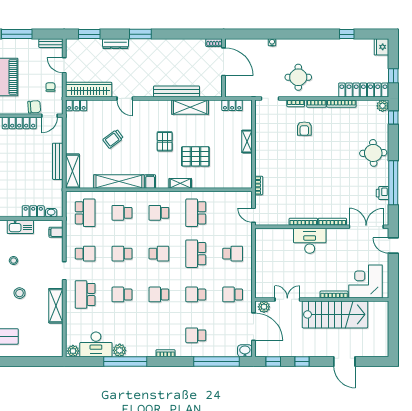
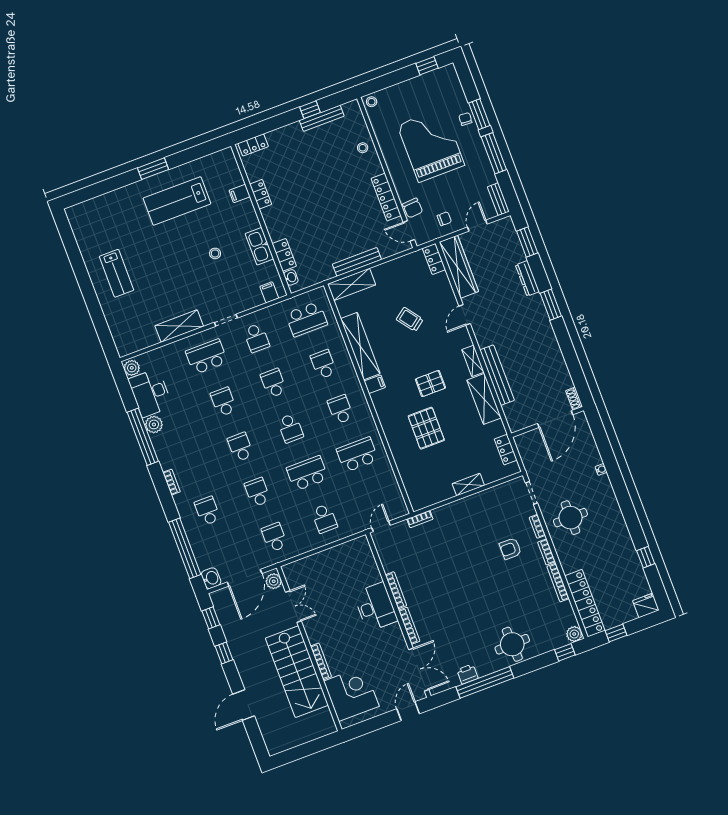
shelving: (180, 183) -> (473, 361), moved
stool: (20, 293) -> (178, 276), removed

